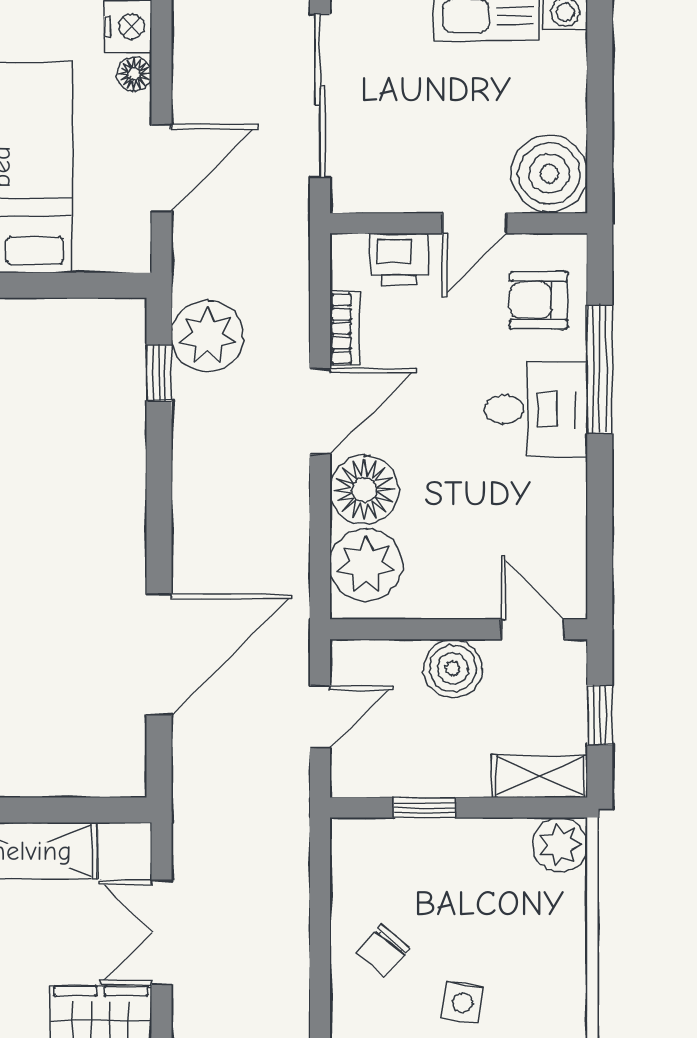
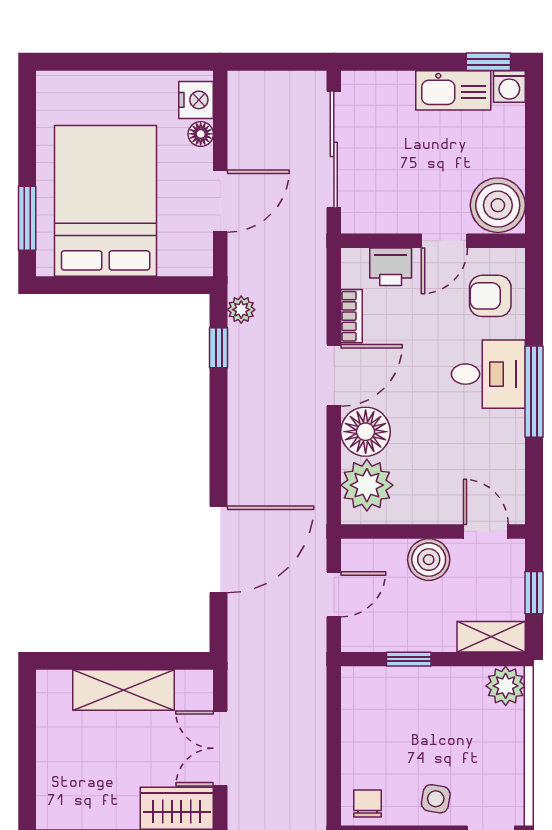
plant: (207, 336) -> (241, 310), width x0.53, depth x0.53
window: (600, 369) -> (534, 392), moved
chair: (383, 951) -> (367, 804), moved, turned 140

